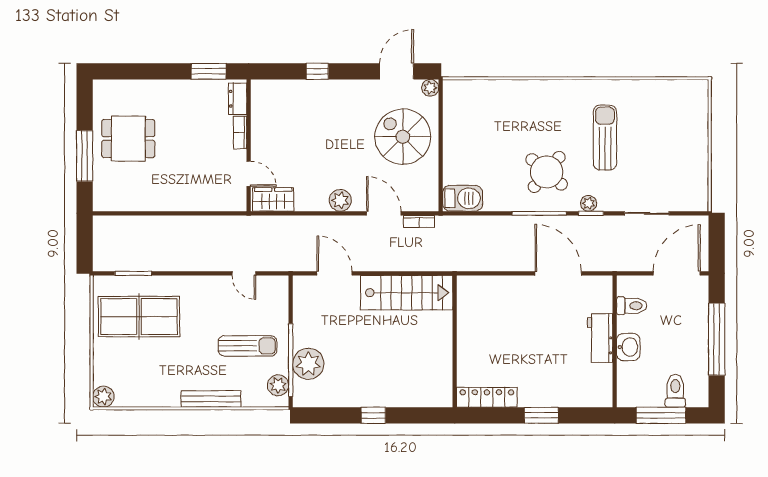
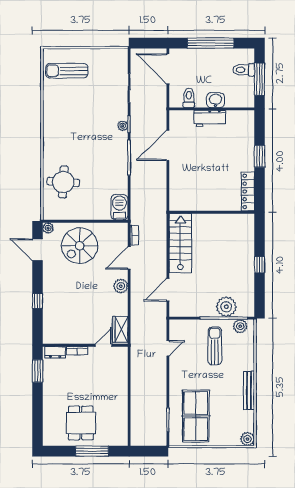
sun lounger: (605, 138) -> (67, 71), moved
round table: (547, 172) -> (63, 182), moved, turned -36
bench: (211, 399) -> (249, 390), moved

